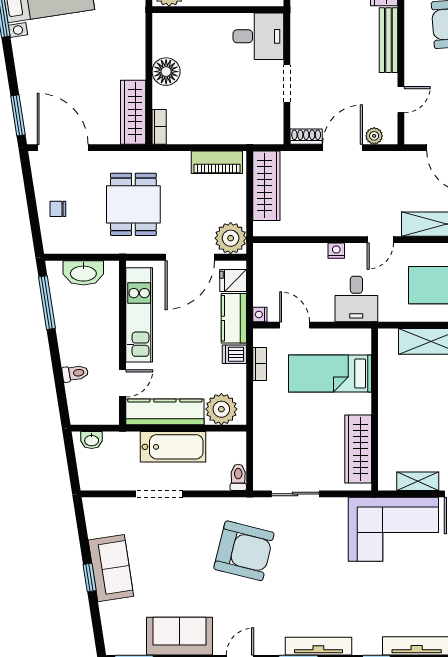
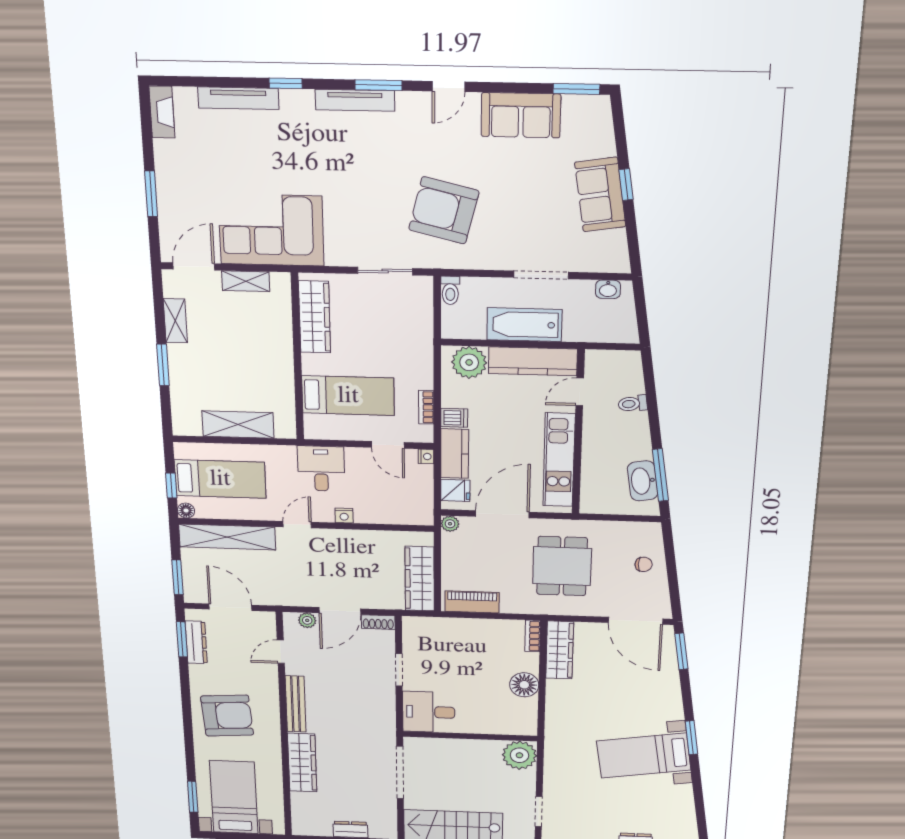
plant: (231, 238) -> (450, 524), width x0.53, depth x0.53
washbasin: (83, 273) -> (643, 481), moved, turned -99
washbasin: (92, 440) -> (608, 289), moved, turned 180

